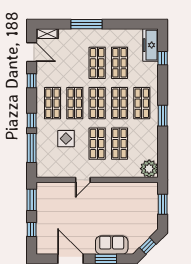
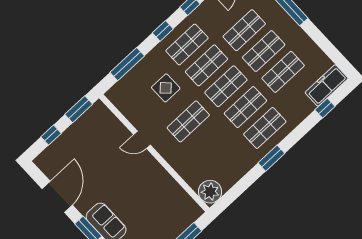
window: (32, 121) -> (163, 31), moved
shop shelf: (119, 144) -> (244, 30), moved

